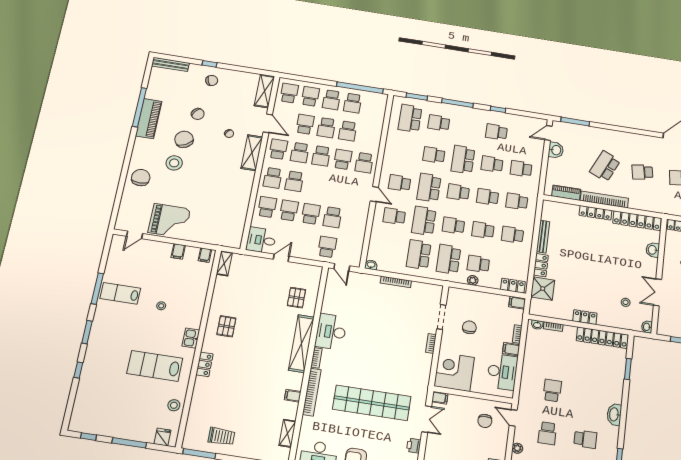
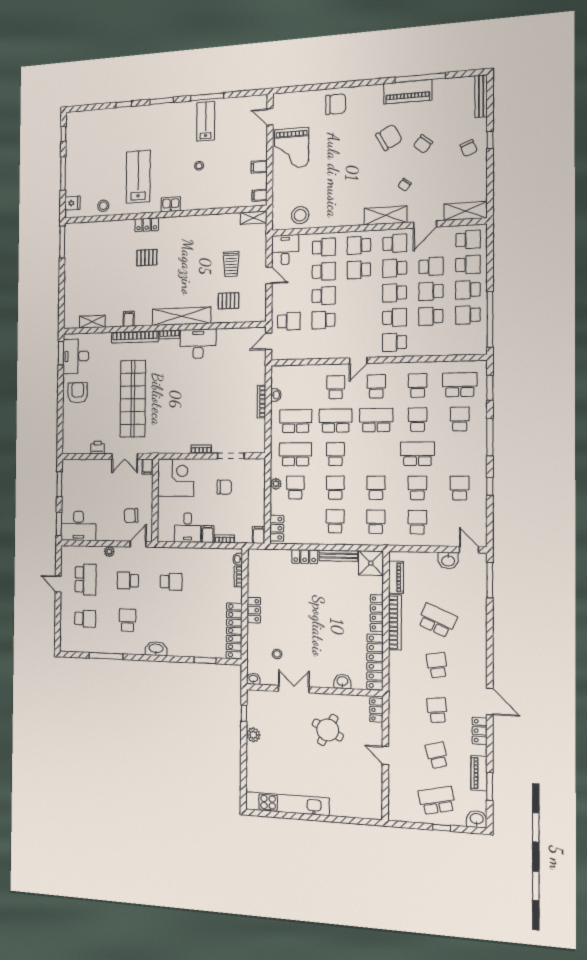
stool: (174, 163) -> (300, 215), moved
school desk: (458, 192) -> (418, 386), moved
washbasin: (371, 265) -> (276, 395), moved
shower: (543, 289) -> (371, 563), moved
pallet: (226, 326) -> (147, 258), moved
desk: (502, 372) -> (188, 528), width x0.73
trolley: (222, 436) -> (231, 264), moved
school desk: (585, 439) -> (128, 620), turned 180

